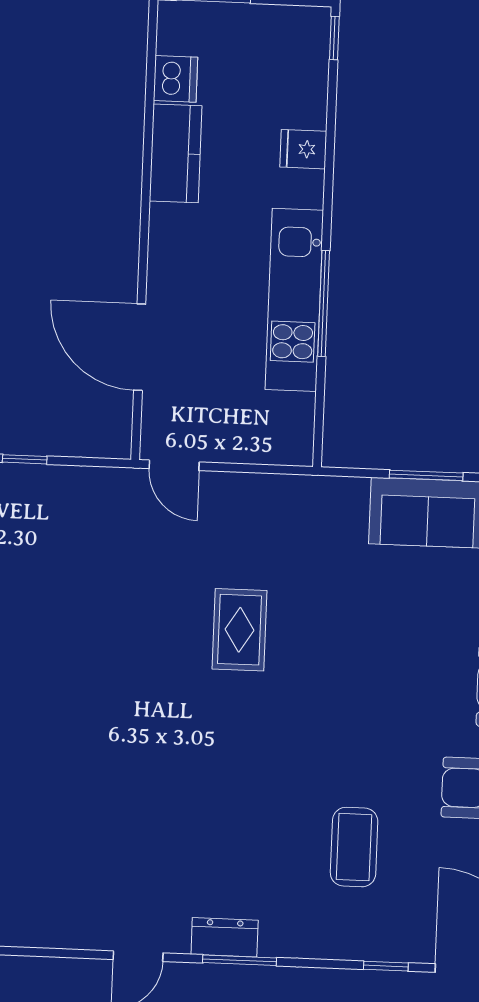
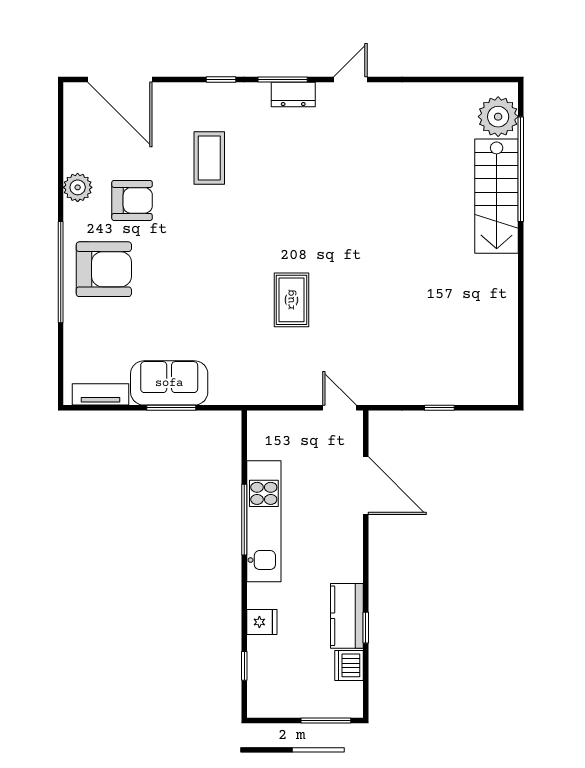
window: (334, 38) -> (244, 666), moved
window: (148, 135) -> (366, 628), added
window: (386, 966) -> (221, 79), moved

